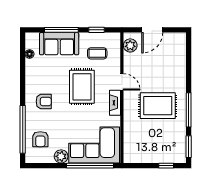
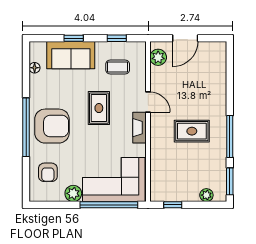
window: (61, 30) -> (74, 38), width x0.46
rug: (82, 87) -> (99, 108), width x0.73, depth x0.70
armchair: (44, 101) -> (52, 126), width x1.88, depth x1.88
rug: (158, 106) -> (192, 131), width x0.73, depth x0.70
window: (23, 129) -> (26, 127), moved
plant: (170, 158) -> (206, 195), added
window: (166, 166) -> (173, 205), moved

